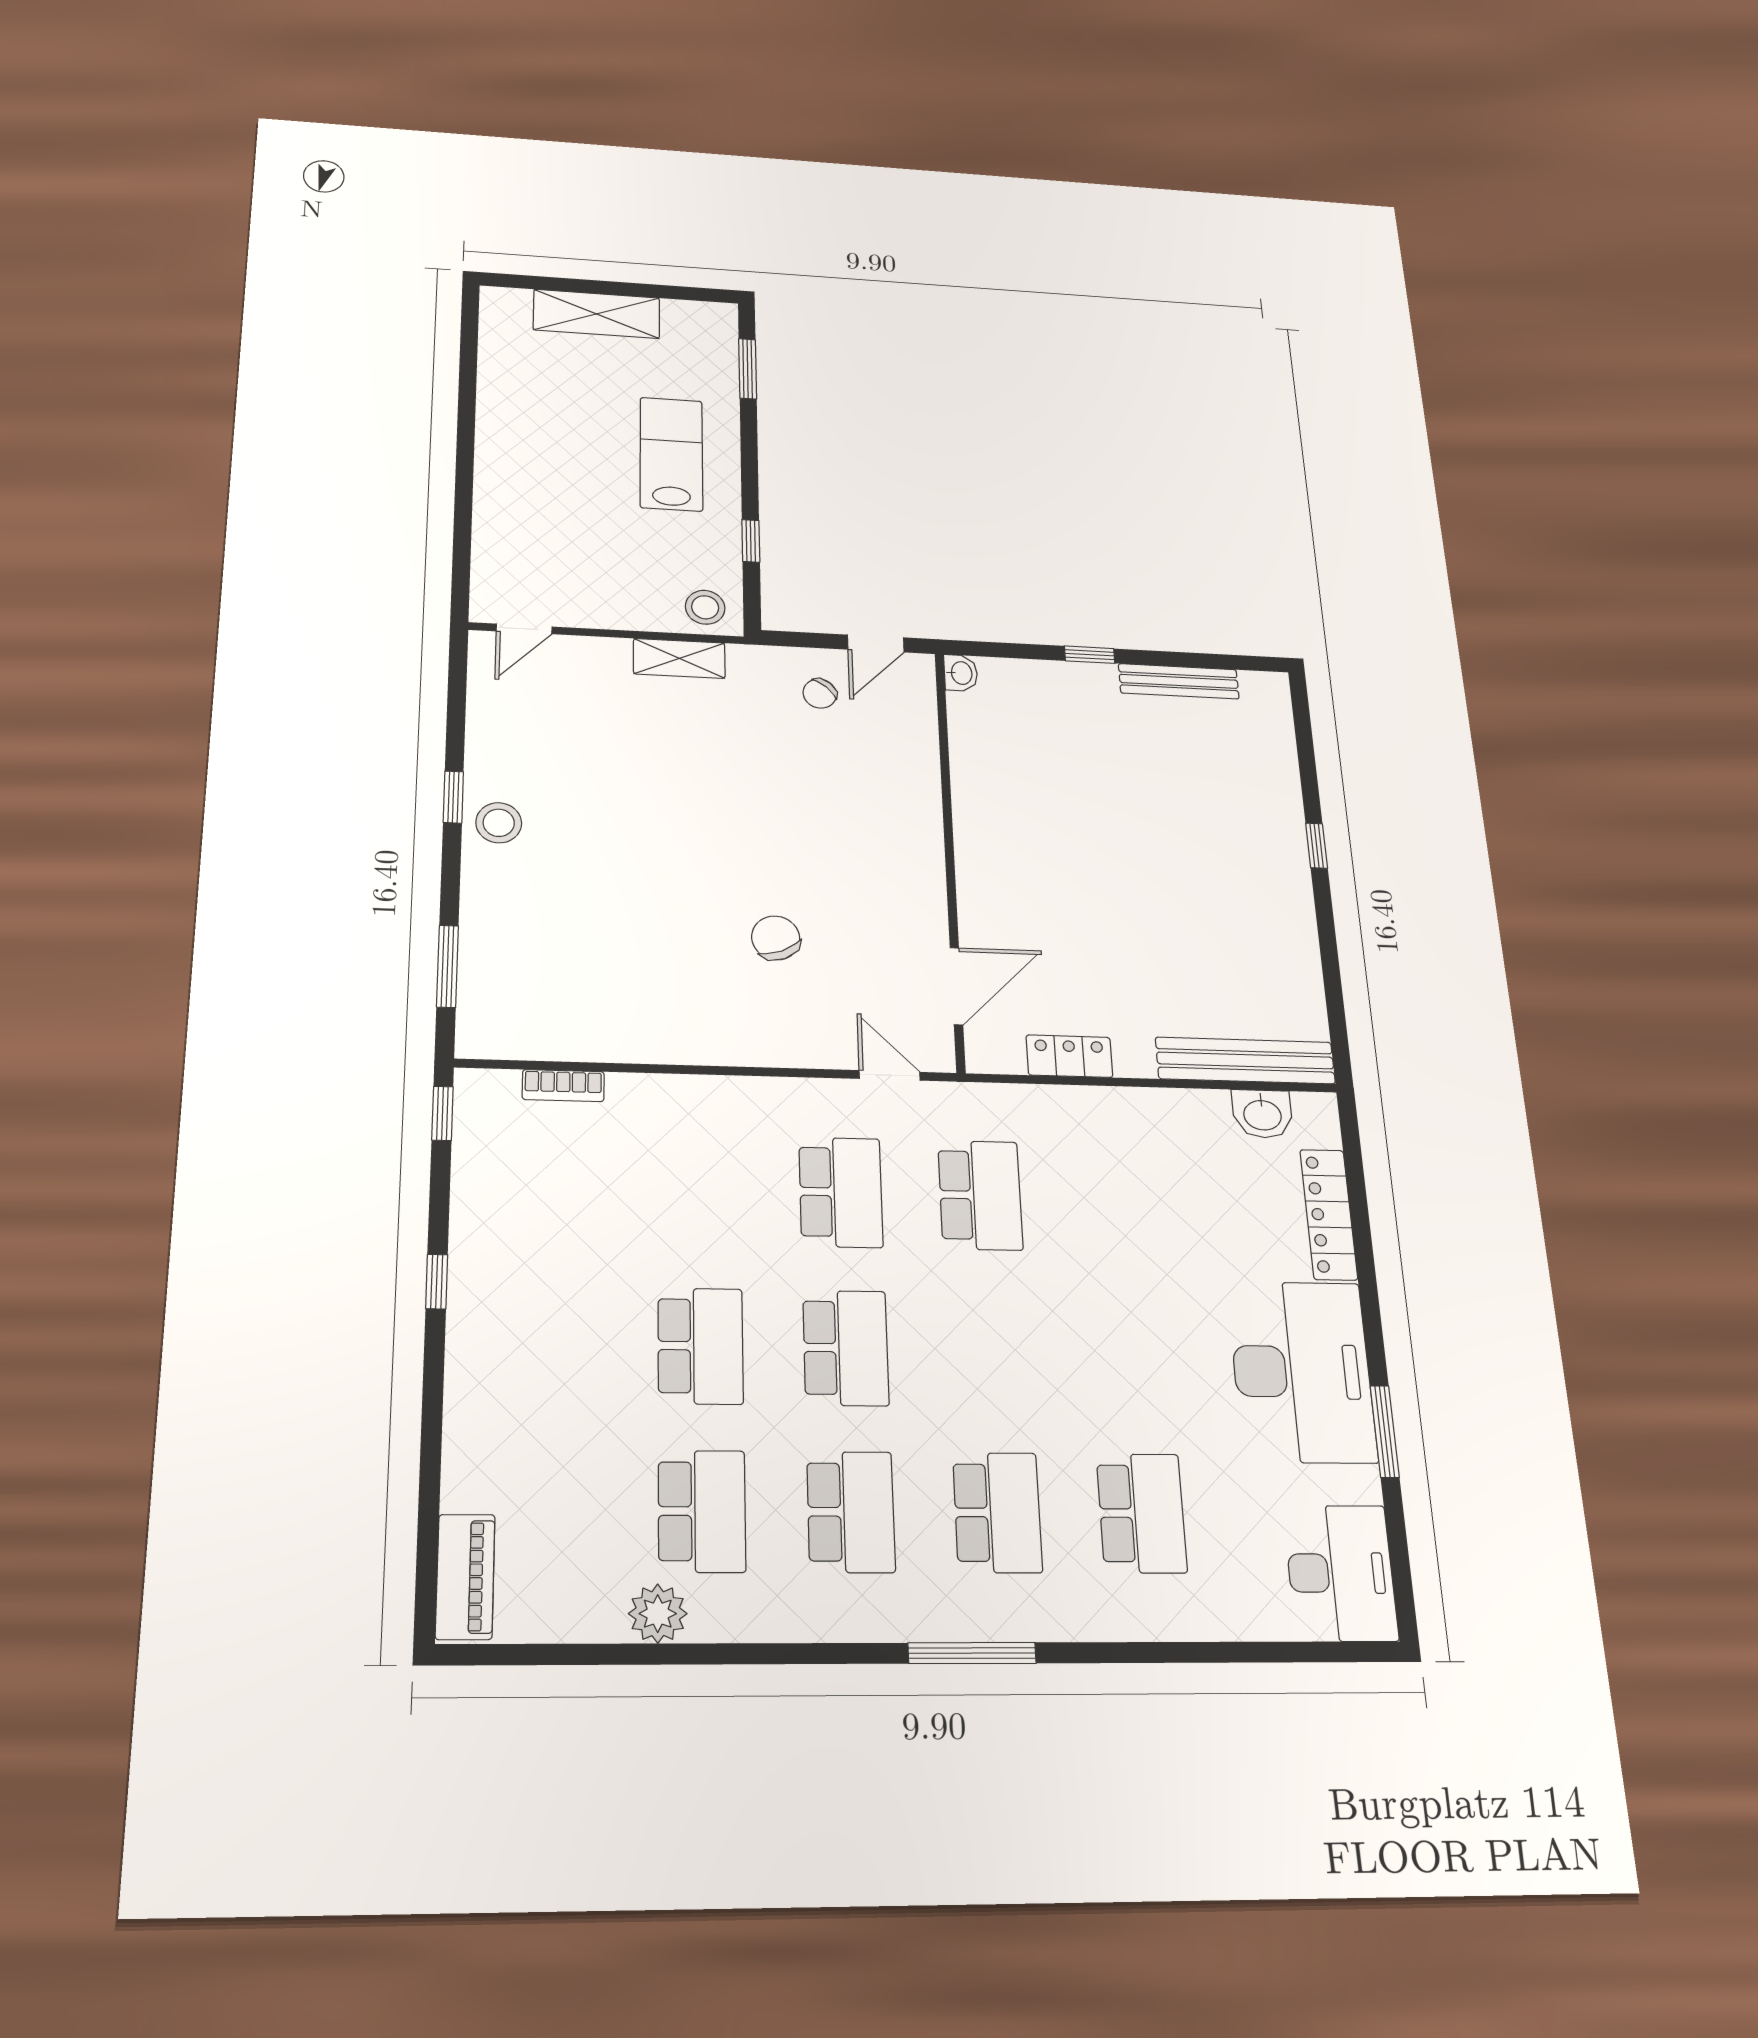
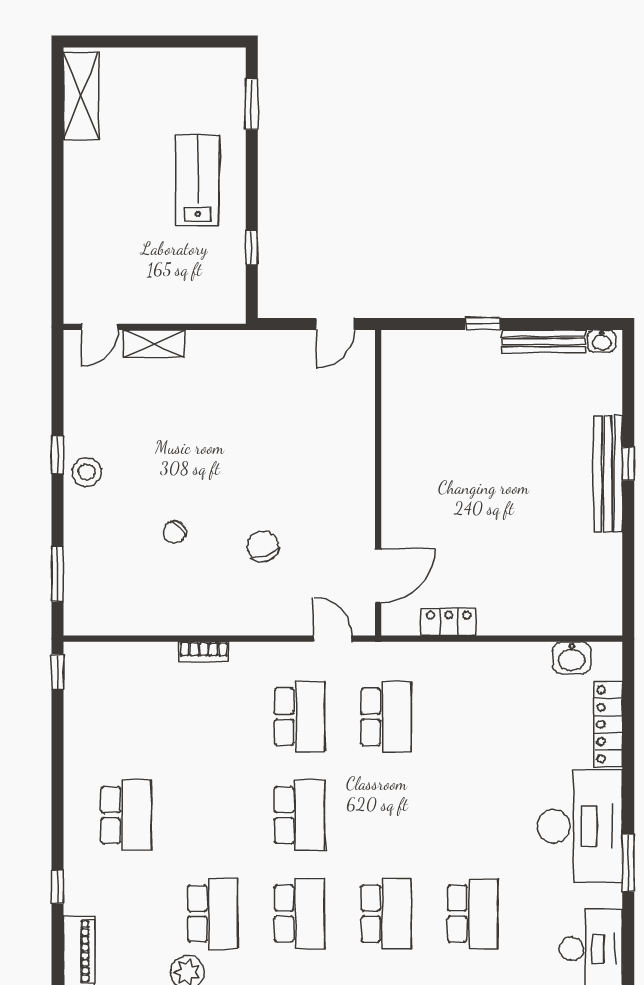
shelving: (597, 314) -> (81, 96), moved, turned 90
stool: (705, 607) -> (220, 303), removed
shelving: (679, 658) -> (154, 343), moved
washbasin: (961, 673) -> (602, 341), moved, turned 90
chair: (820, 694) -> (175, 532), moved
bench: (1245, 1060) -> (608, 474), moved, turned 90
bookcase: (563, 1086) -> (204, 652), moved
window: (437, 1282) -> (58, 887), moved
school desk: (701, 1346) -> (126, 815), moved

